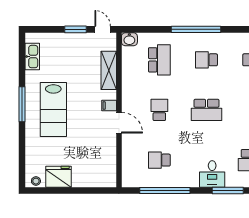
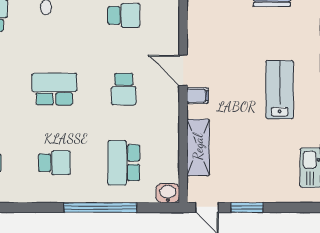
window: (196, 29) -> (100, 208), moved
lab bench: (53, 110) -> (280, 90), width x0.73, depth x0.72

